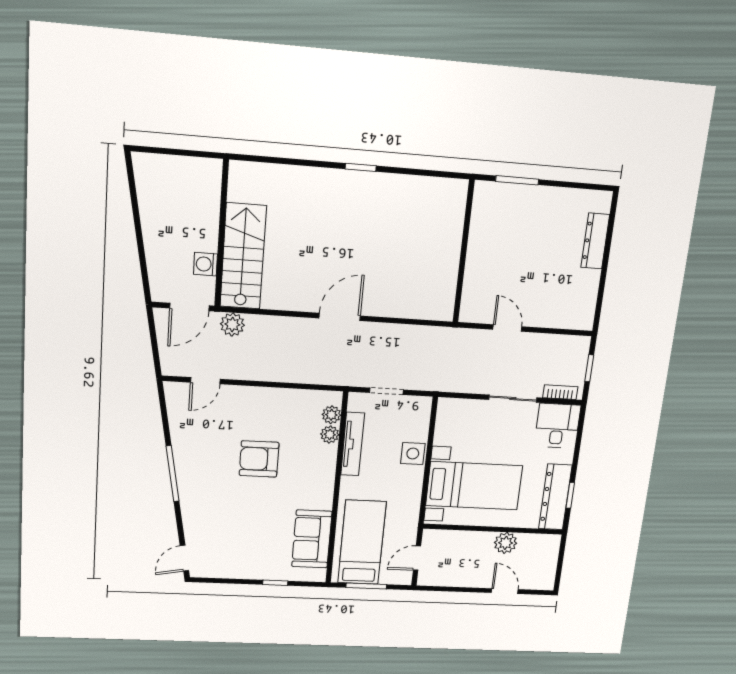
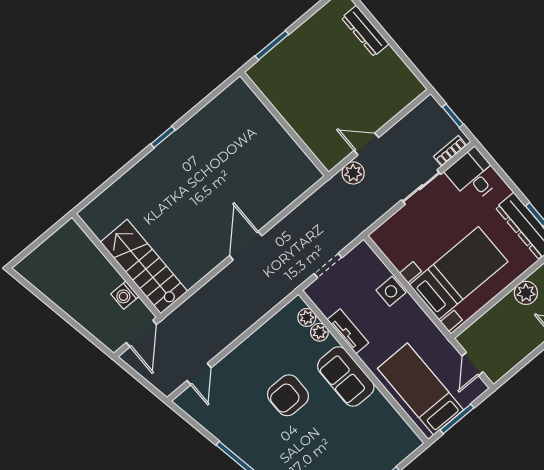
plant: (232, 324) -> (353, 173), moved
tv unit: (353, 444) -> (348, 331), width x0.71
sofa: (312, 539) -> (346, 377), moved

